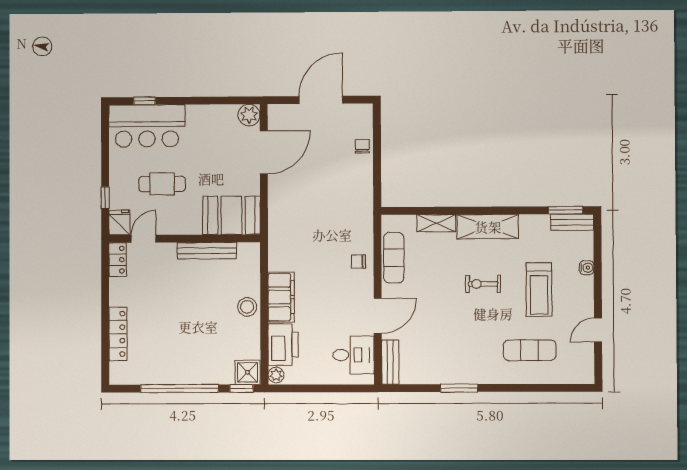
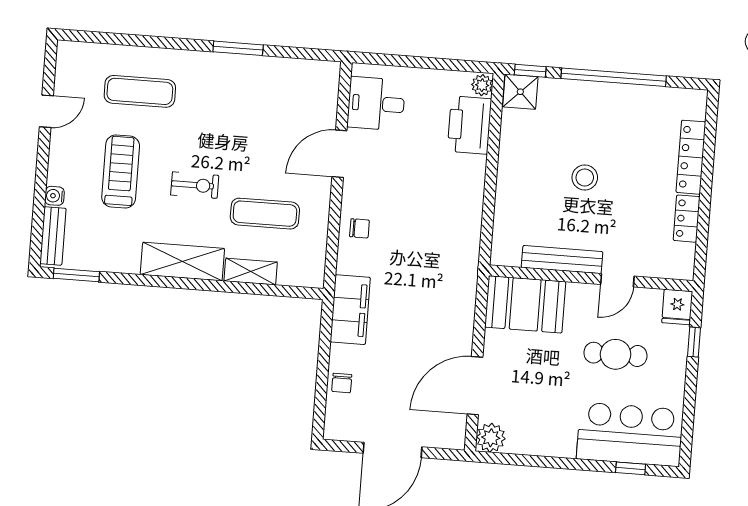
bench: (572, 222) -> (53, 236), moved, turned 90
door: (144, 239) -> (617, 280), moved
exercise mat: (394, 258) -> (265, 214), moved, turned 90
locker: (118, 260) -> (687, 219), moved
filing cabinet: (281, 297) -> (350, 310), moved, turned 180
stool: (247, 307) -> (585, 177), moved
bench: (390, 362) -> (328, 90), removed

